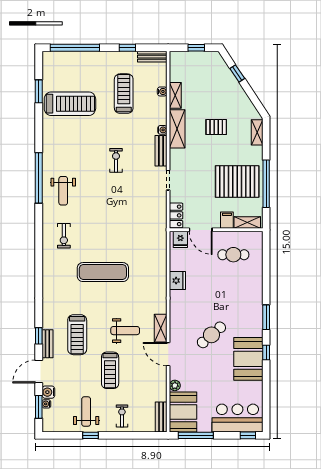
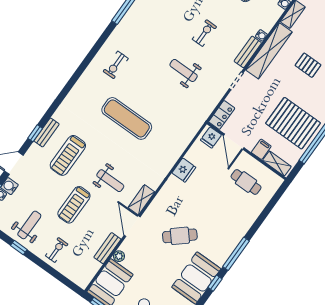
shelving: (177, 129) -> (269, 51), width x1.47
weight bench: (63, 191) -> (184, 70), moved, turned 90
window: (266, 317) -> (236, 254), width x1.44
bench: (47, 344) -> (47, 133), moved
bench: (161, 417) -> (107, 248), moved

